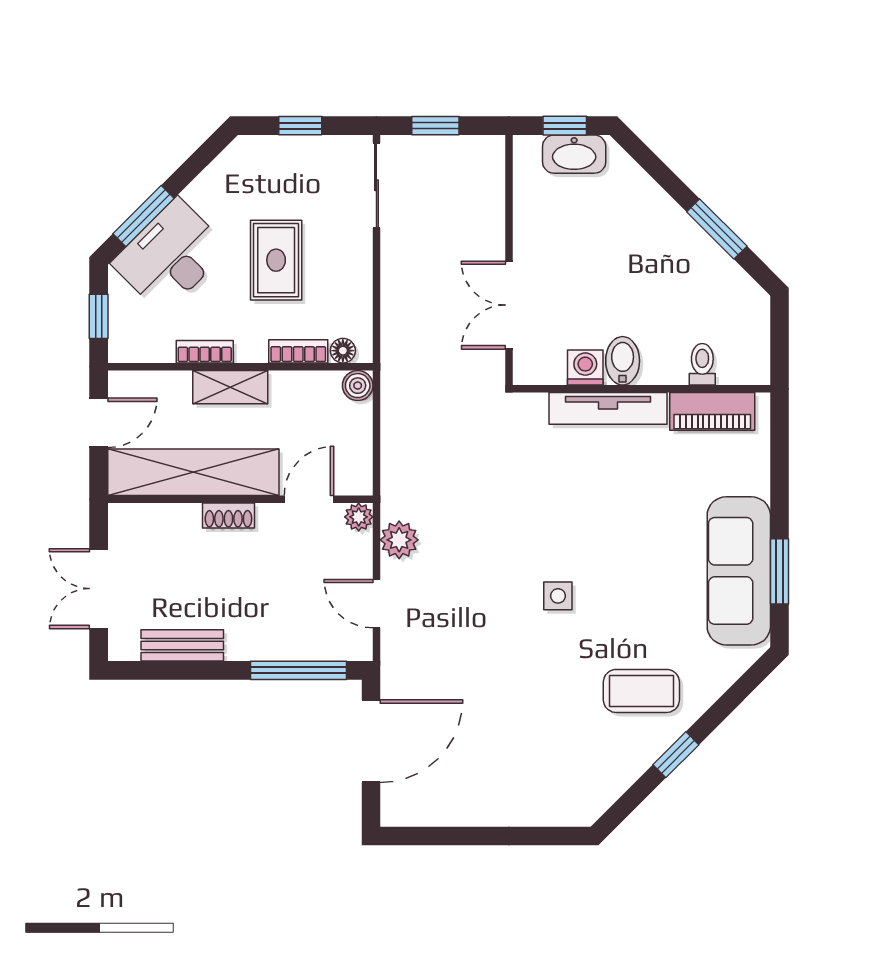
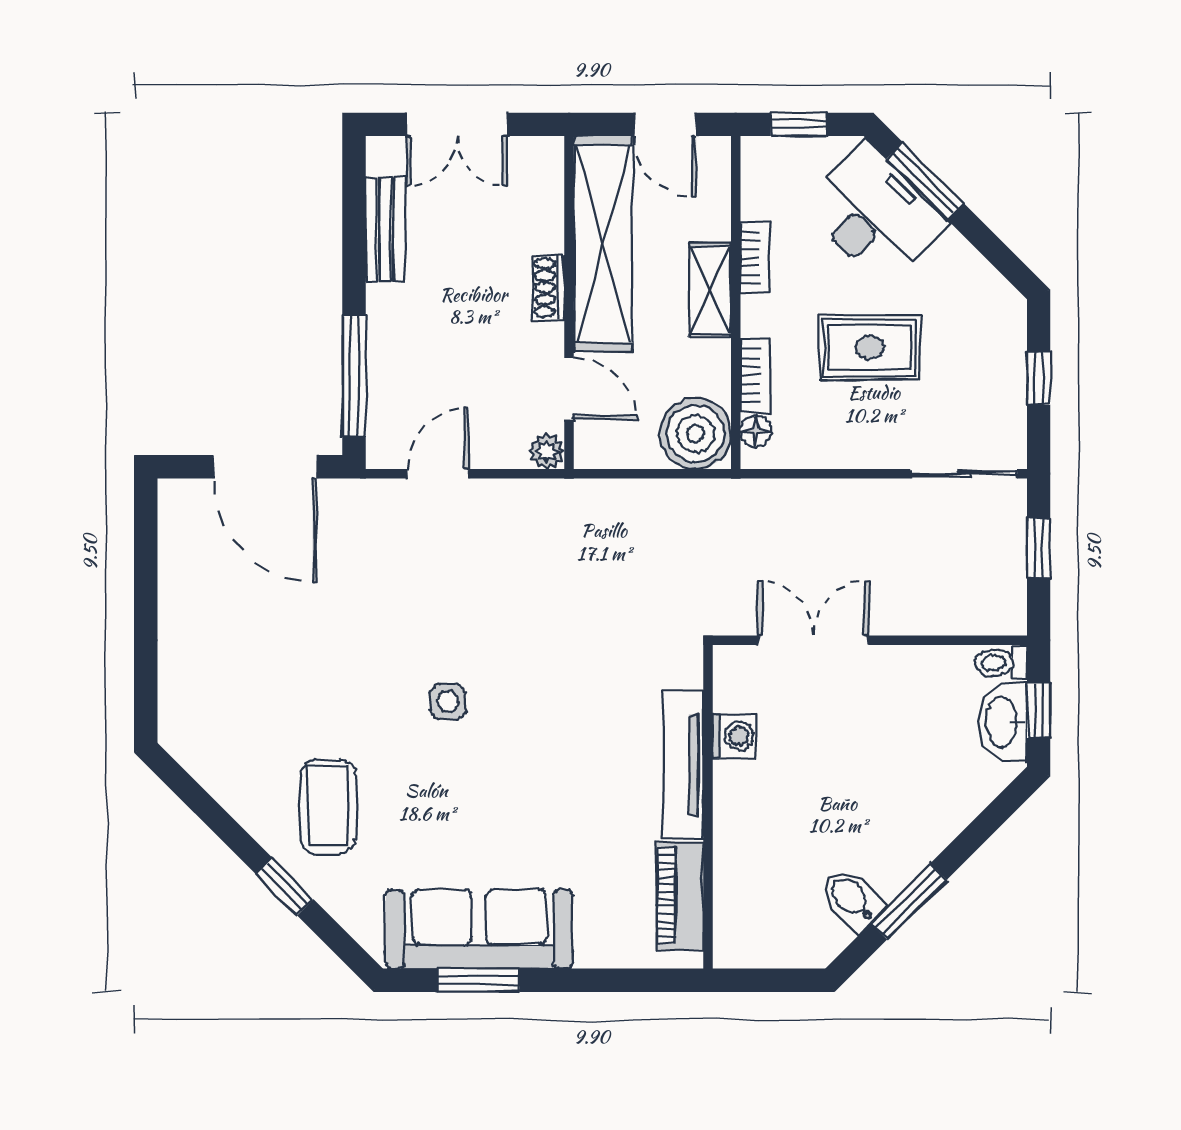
bidet: (623, 361) -> (852, 899), moved, turned -135
toilet: (702, 364) -> (1001, 663), moved, turned 180
boiler: (358, 386) -> (696, 434), width x1.86, depth x1.86
plant: (399, 540) -> (518, 502), removed
double door: (99, 589) -> (457, 124), swing flipped
window: (676, 755) -> (285, 887), moved

